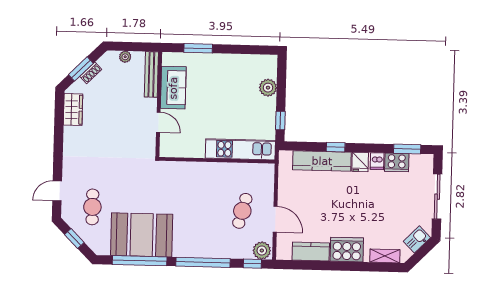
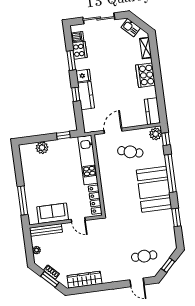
window: (198, 48) -> (23, 200), width x1.44
wardrobe: (73, 110) -> (84, 280), width x1.50
door: (158, 122) -> (78, 220), swing flipped
window: (407, 149) -> (71, 60), moved
locker: (183, 151) -> (95, 200), added
kitchen counter: (322, 161) -> (86, 96), width x0.67
dishwasher: (377, 161) -> (77, 37), moved
door: (275, 219) -> (113, 131), moved
booth: (142, 235) -> (154, 189), moved
kitchen counter: (311, 251) -> (152, 111), moved
window: (140, 261) -> (176, 217), width x0.47

